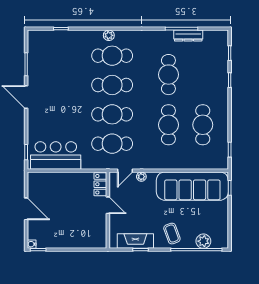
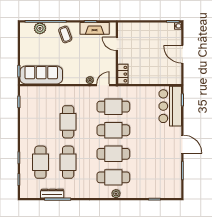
cafe table: (203, 125) -> (40, 162), moved
bar counter: (56, 155) -> (170, 106), moved, turned 90
sofa: (192, 186) -> (41, 75), width x0.74, depth x0.79
door: (108, 205) -> (117, 44), moved

